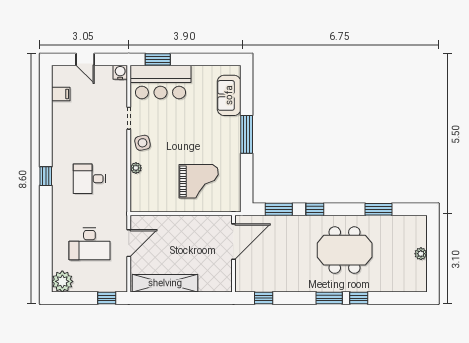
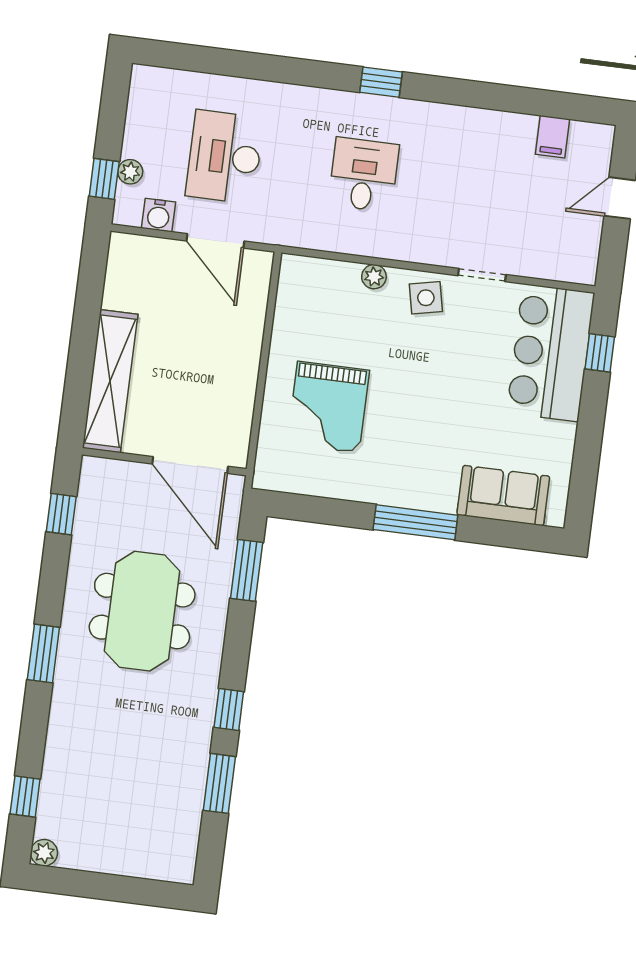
window: (158, 59) -> (600, 353), width x0.67
water cooler: (120, 72) -> (158, 215), moved, turned 90
window: (315, 209) -> (229, 710), moved
meeting table: (345, 250) -> (142, 611), moved
plant: (421, 254) -> (44, 853), moved
plant: (62, 281) -> (130, 172), moved, width x0.53, depth x0.53
shelving: (165, 283) -> (110, 381), moved
window: (359, 298) -> (25, 796), moved

